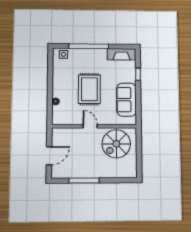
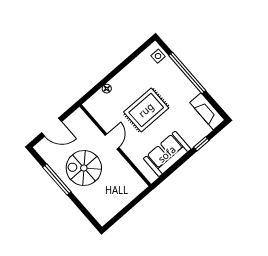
spiral stairs: (116, 144) -> (84, 168), moved

